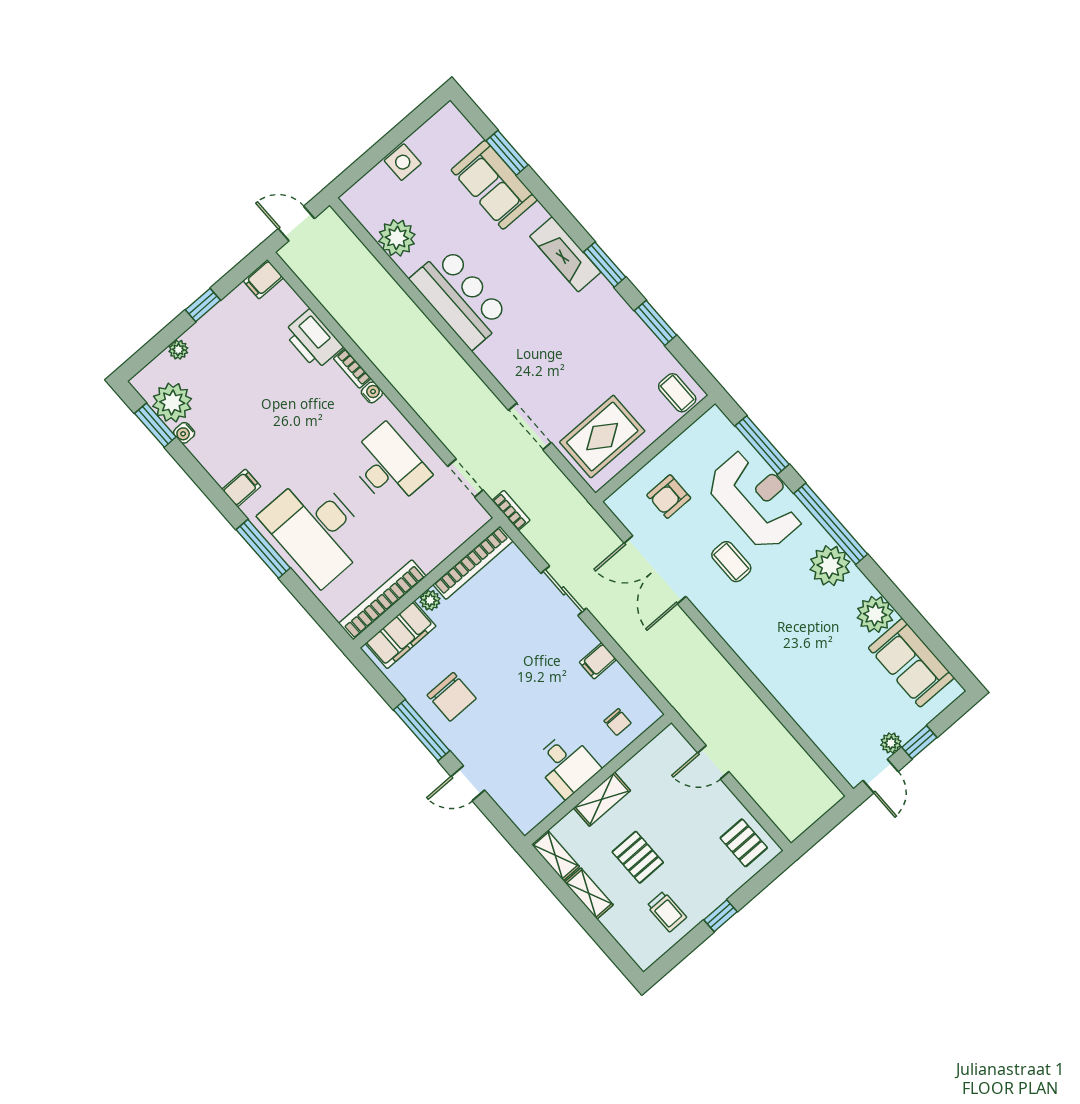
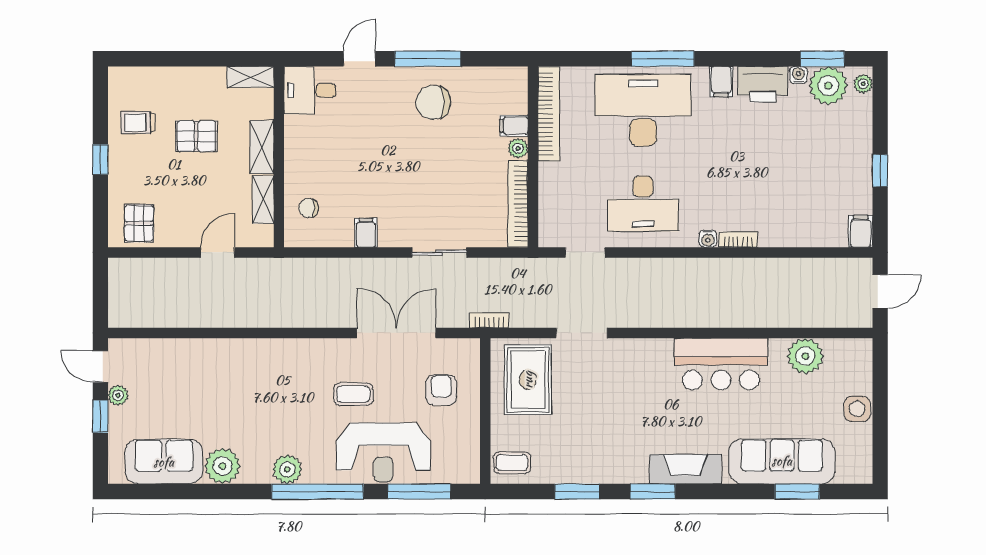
sofa: (494, 185) -> (782, 461), width x1.36
printer: (313, 339) -> (763, 84), moved, turned 180
plant: (178, 350) -> (863, 84), moved
bookcase: (511, 510) -> (489, 320), moved, turned 180
plant: (830, 566) -> (287, 469), width x0.73, depth x0.73
filing cabinet: (401, 635) -> (514, 126), width x0.33, depth x0.86
desk: (567, 765) -> (310, 90), moved
pallet: (744, 843) -> (139, 223), turned 90
shelving: (589, 894) -> (263, 200), moved, turned 90

